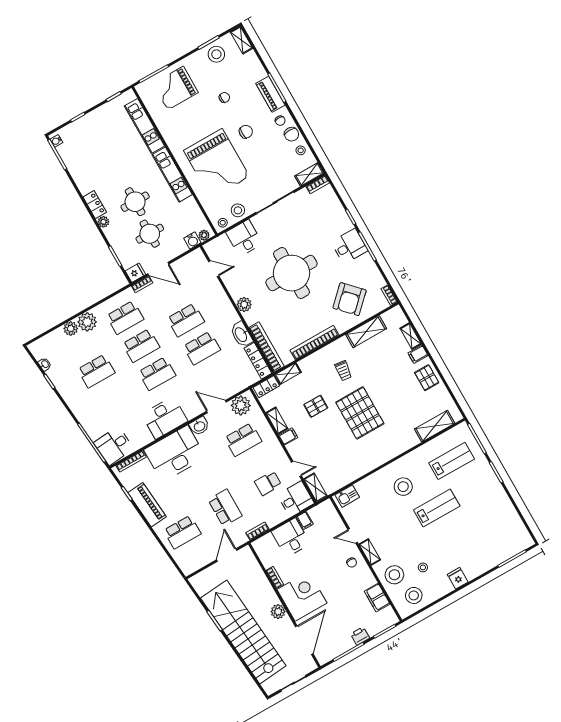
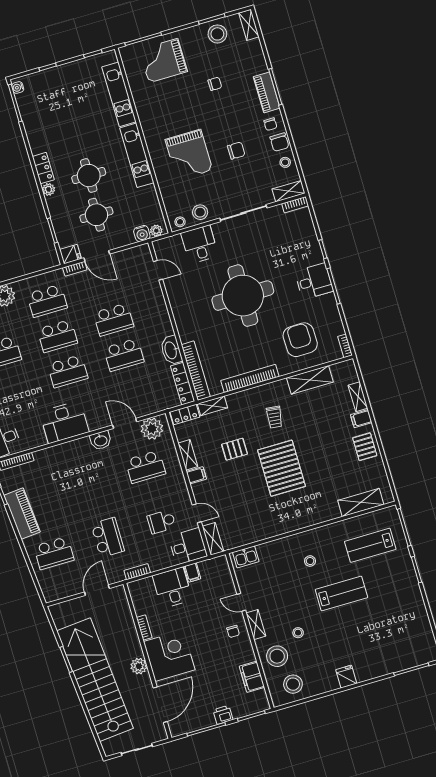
chair: (246, 132) -> (236, 151), moved
grand piano: (217, 164) -> (189, 155), width x0.73, depth x0.68
armchair: (350, 299) -> (300, 340), turned 133
plant: (244, 304) -> (182, 318), removed
desk: (175, 454) -> (66, 464), removed
lab bench: (452, 461) -> (370, 545), turned 180
stool: (403, 487) -> (310, 561), width x0.53, depth x0.53
stool: (423, 567) -> (298, 633), moved

